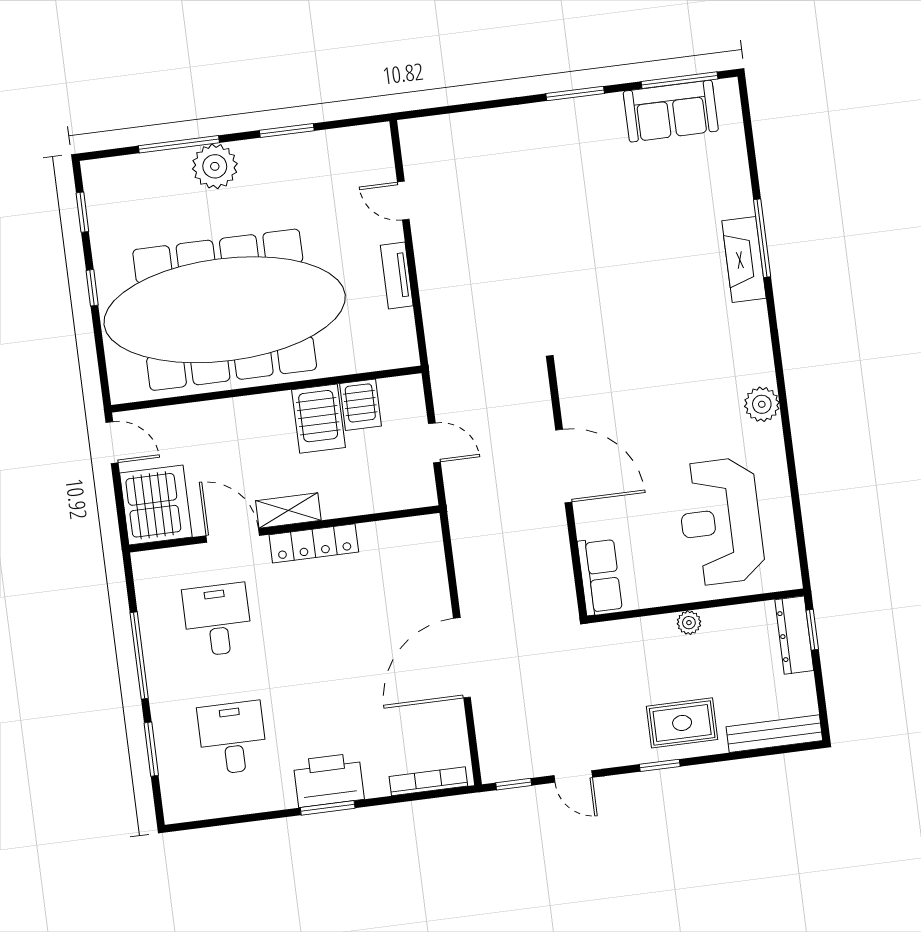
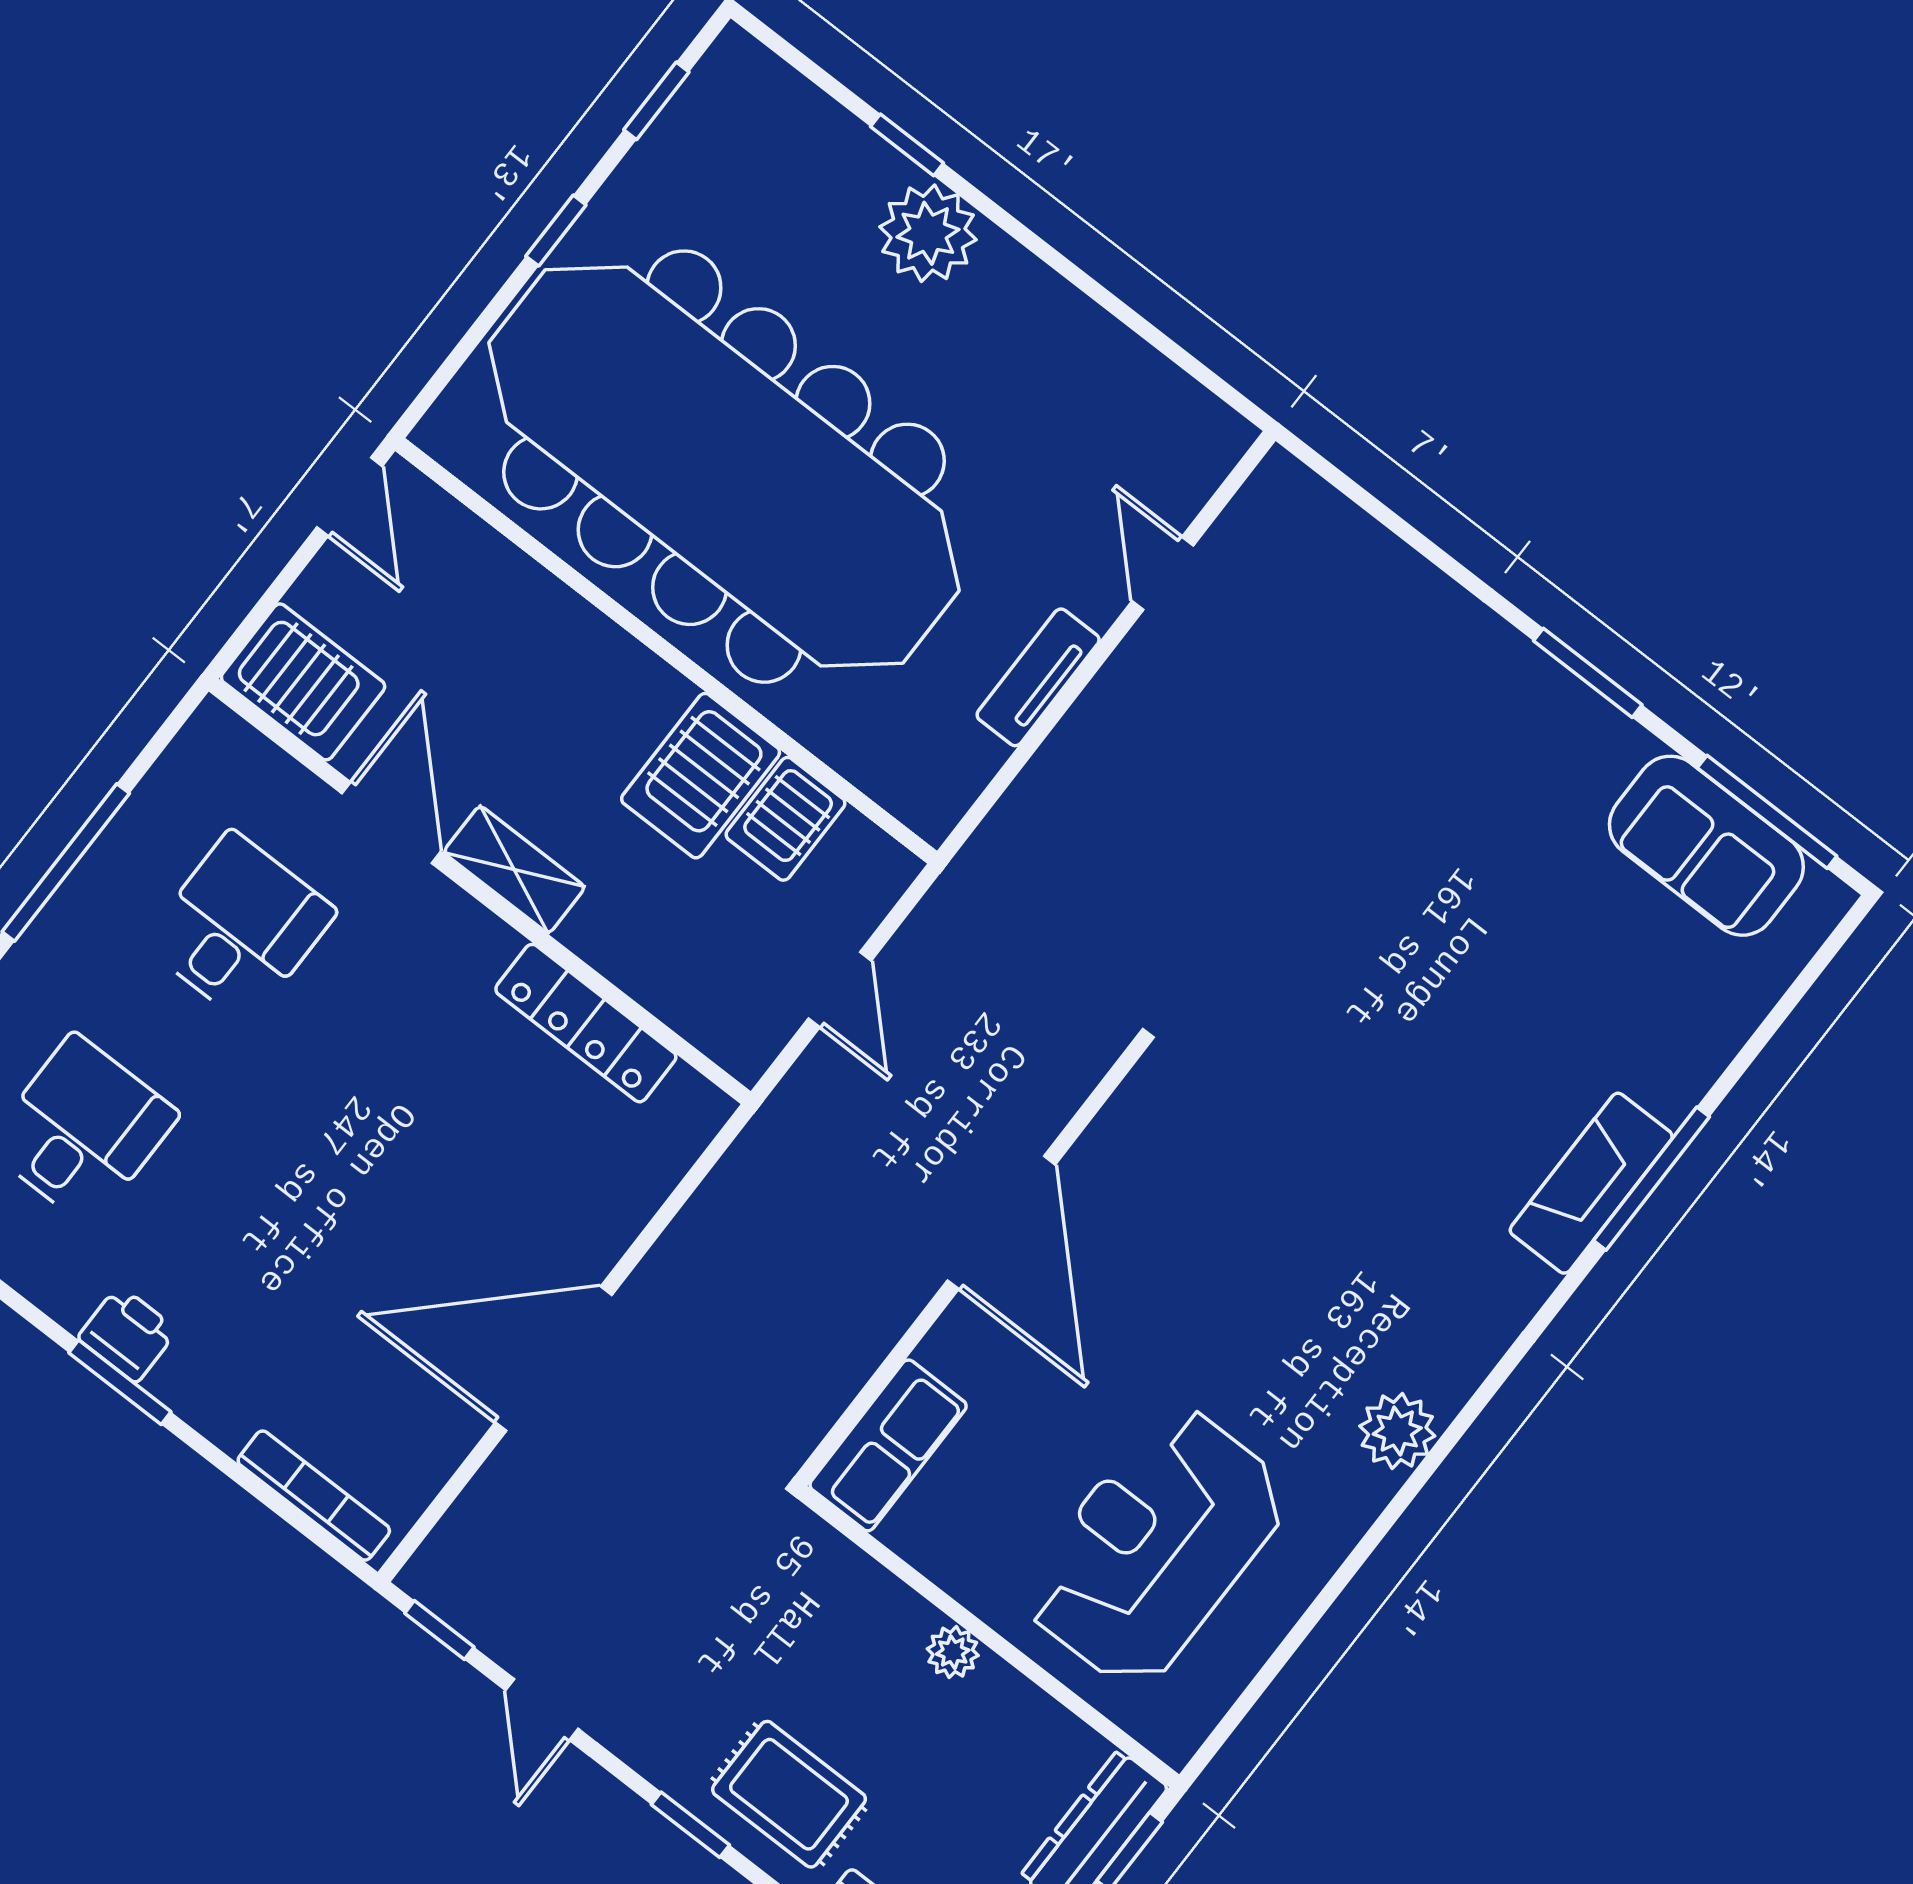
window: (287, 130) -> (1092, 289), removed
window: (179, 144) -> (907, 145), width x0.46
server rack: (156, 505) -> (303, 682), width x0.62
locker: (314, 543) -> (586, 1023), moved
printer: (329, 780) -> (127, 1334), width x0.53, depth x0.68

